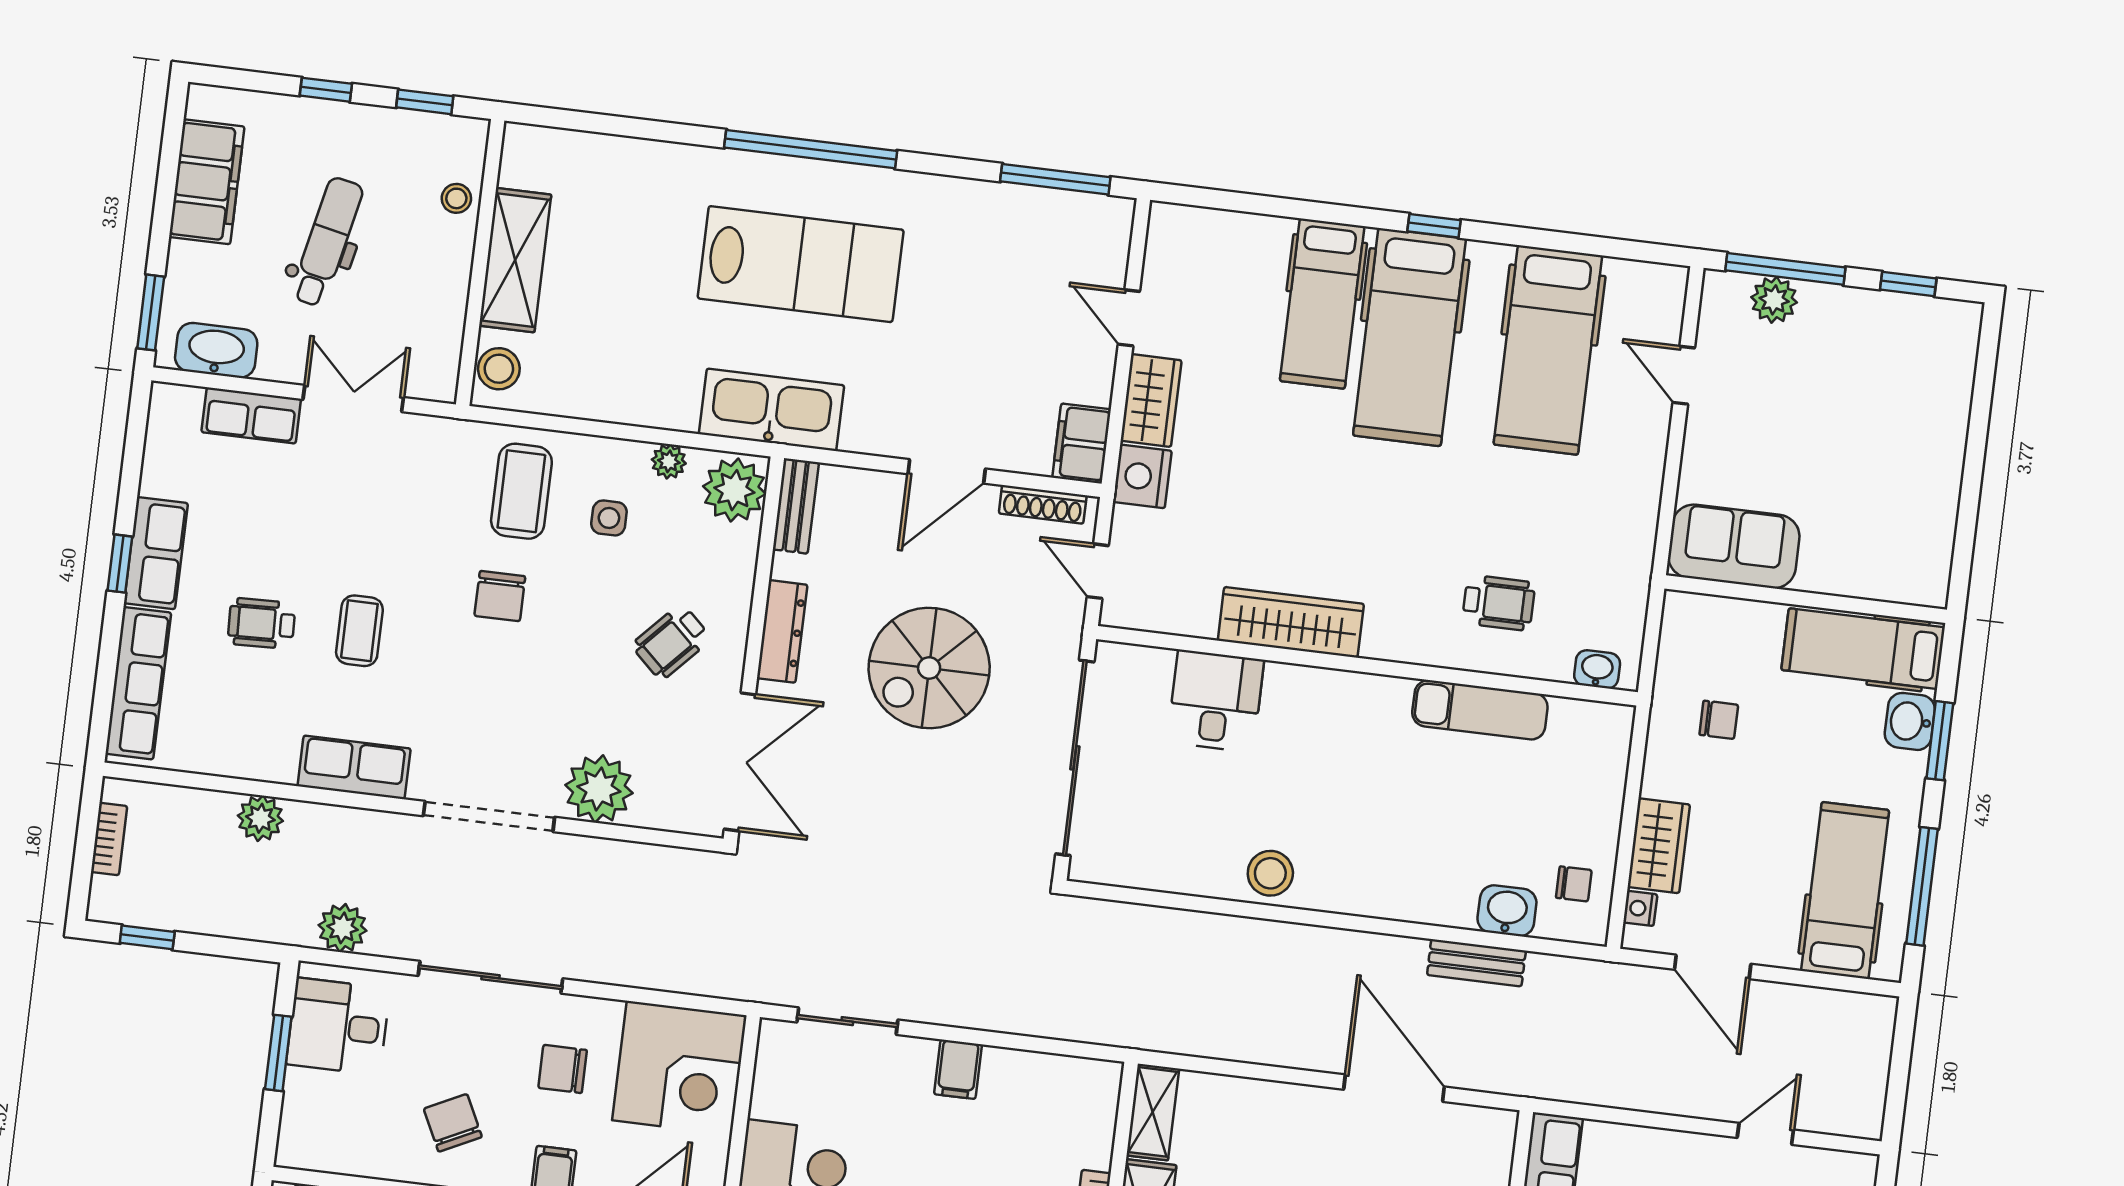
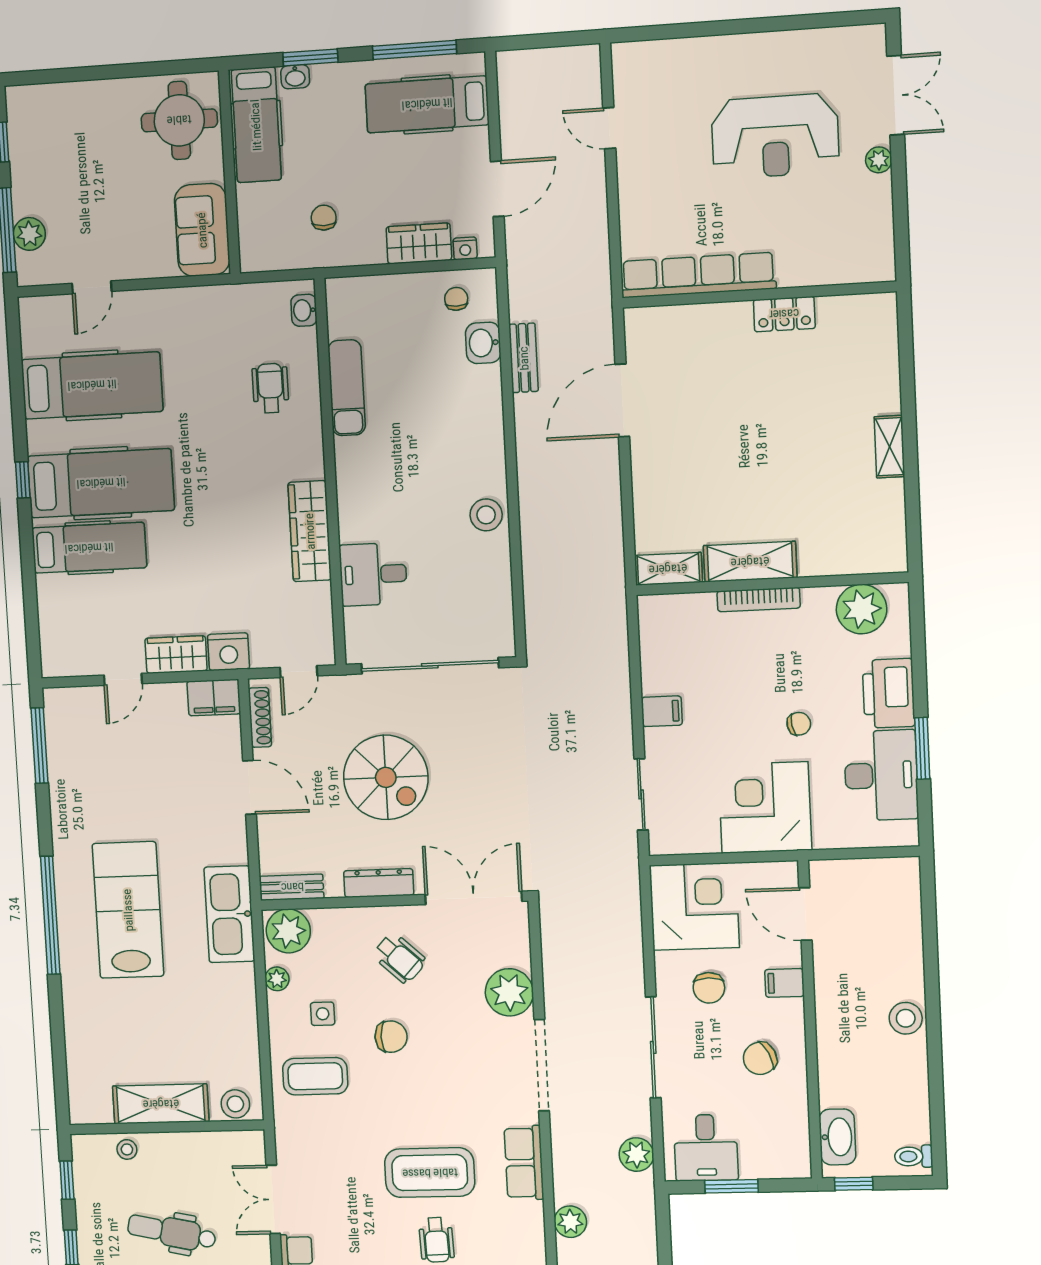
round table: (1890, 542) -> (179, 120), added
chair: (500, 596) -> (391, 1037), moved
coffee table: (359, 631) -> (430, 1173), width x1.86, depth x1.72
washbasin: (1910, 721) -> (295, 77), width x0.72, depth x0.69

